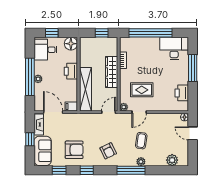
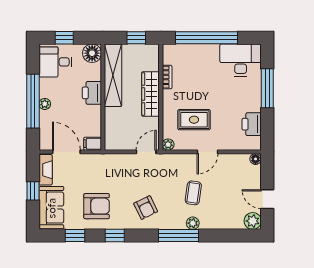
shelving: (86, 89) -> (113, 75), moved
door: (139, 112) -> (207, 152), moved
door: (193, 133) -> (267, 199), moved
plant: (172, 160) -> (253, 221), moved

